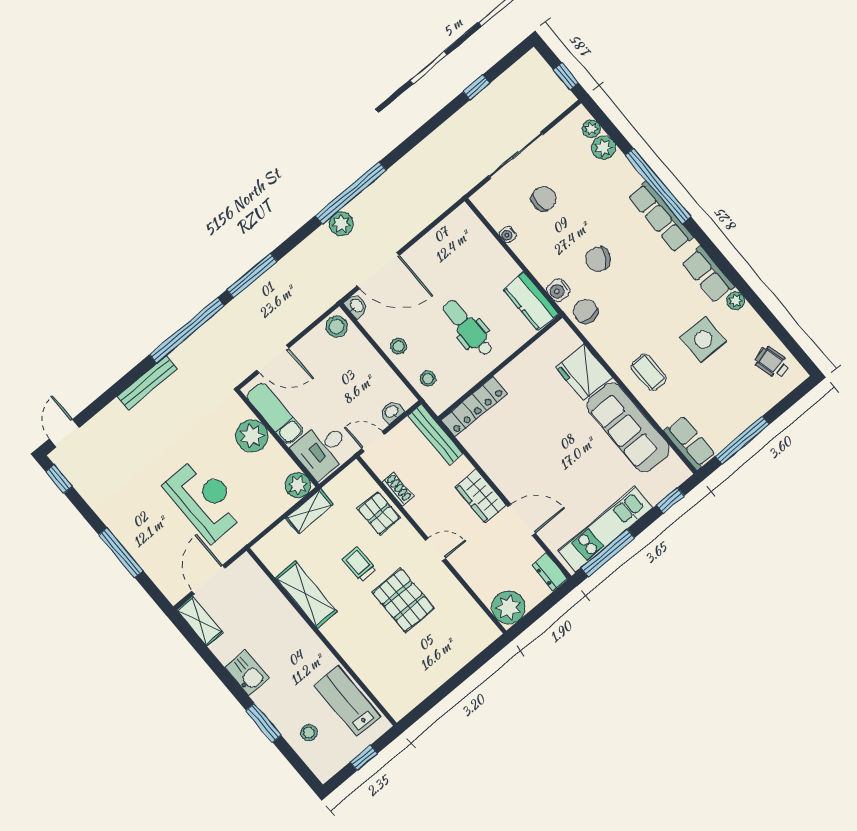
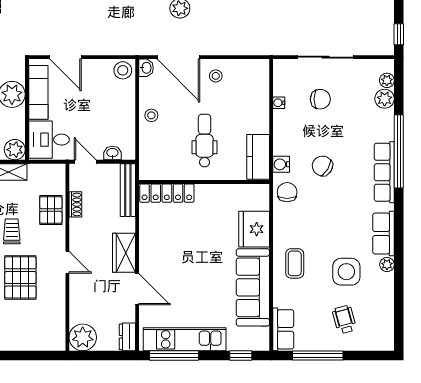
wheelchair: (772, 363) -> (344, 320), moved
stool: (428, 378) -> (216, 76), moved

